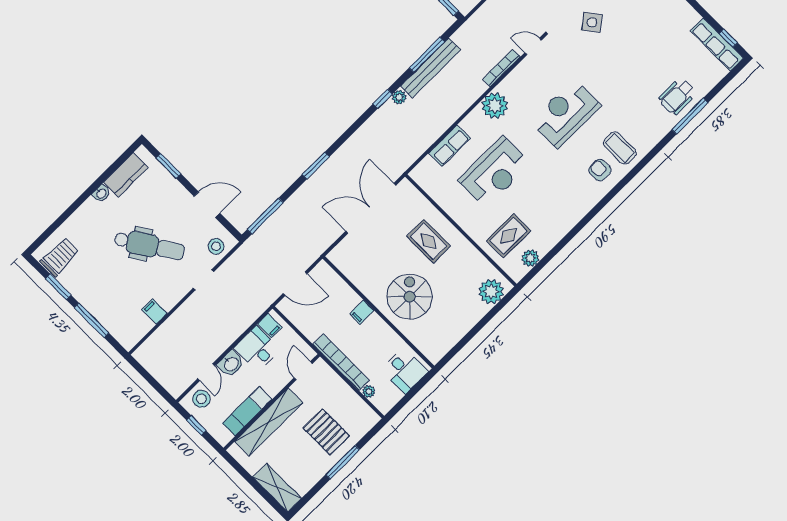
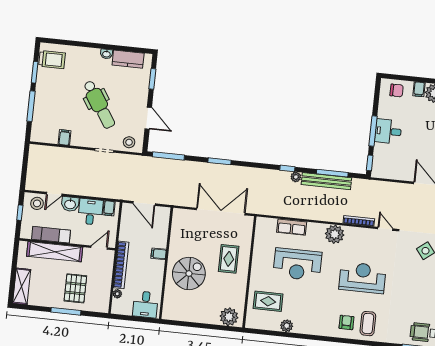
plant: (530, 258) -> (287, 326), moved

